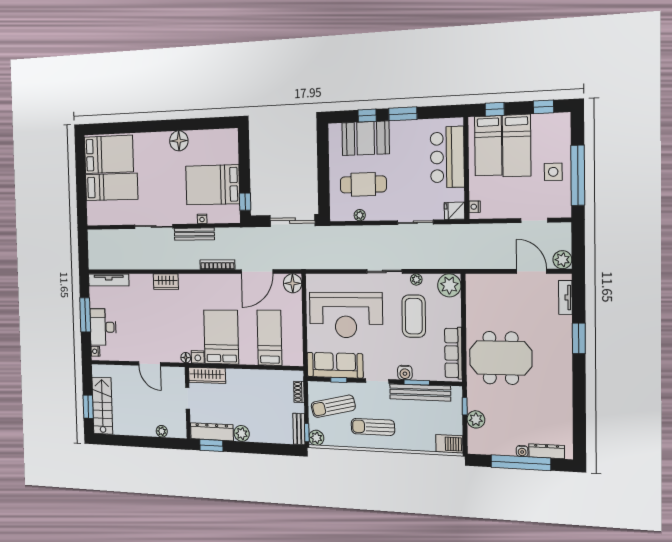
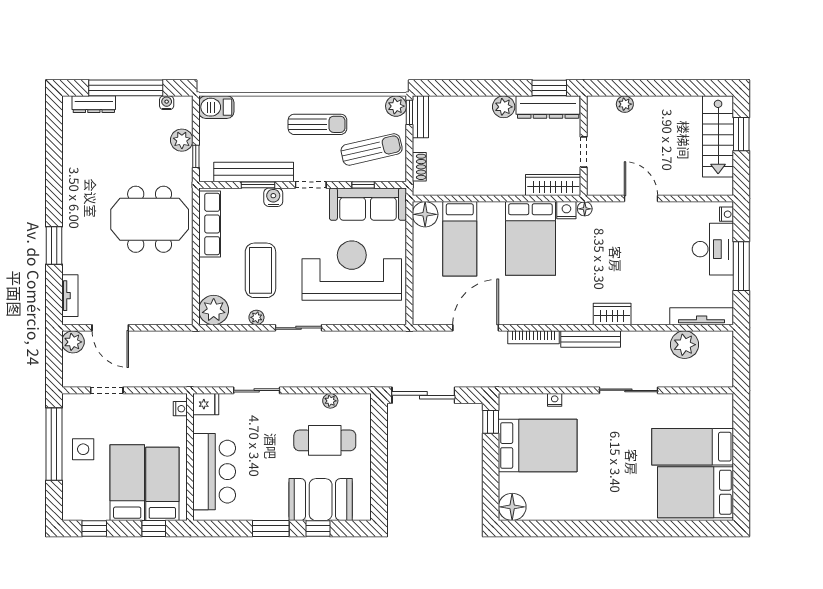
floor lamp: (179, 141) -> (512, 507), moved
bench: (194, 234) -> (591, 339), moved
plant: (119, 260) -> (685, 345), added
floor lamp: (293, 283) -> (425, 214), moved
water cooler: (522, 451) -> (167, 103), moved

